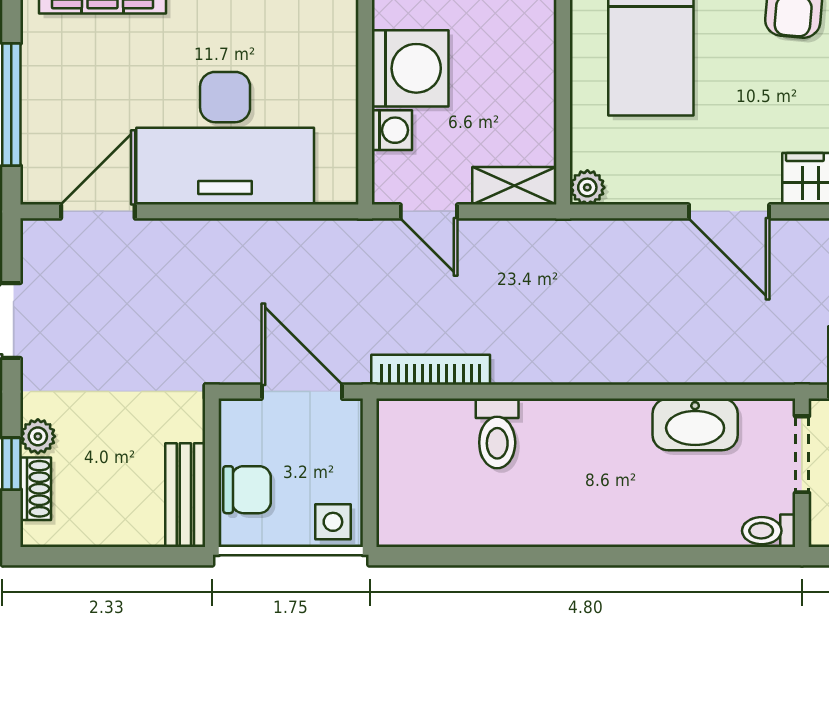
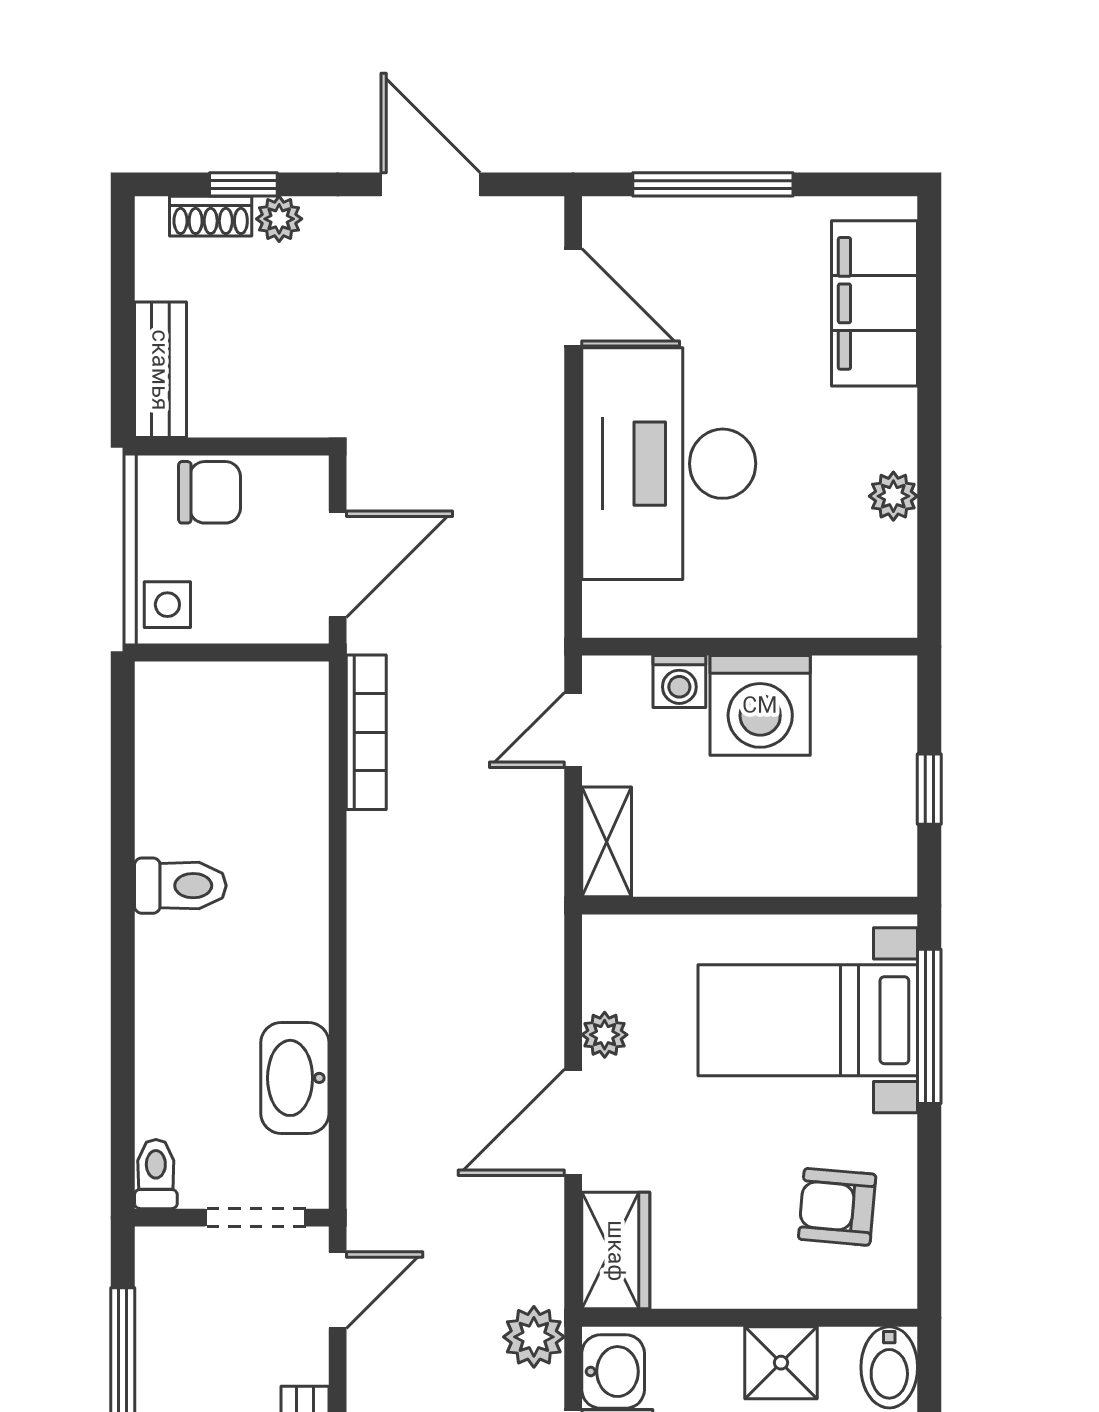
plant: (587, 187) -> (605, 1035), moved
toilet: (497, 433) -> (180, 886), moved, turned 180
chair: (247, 490) -> (209, 492), turned -90
bench: (185, 495) -> (160, 370), moved, turned 90

